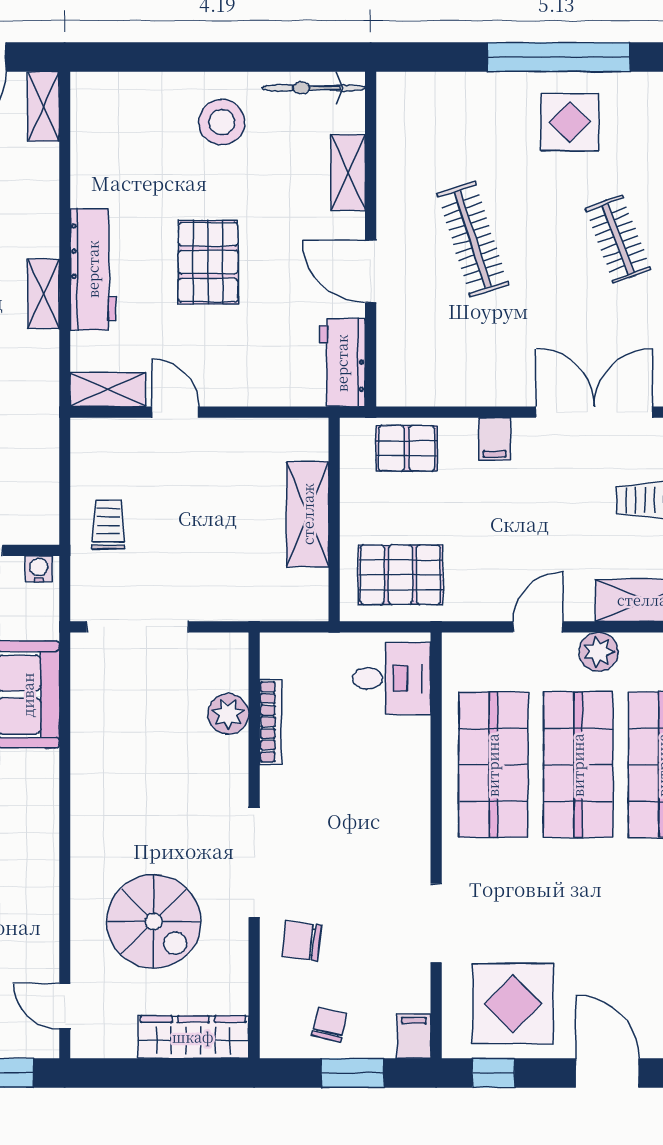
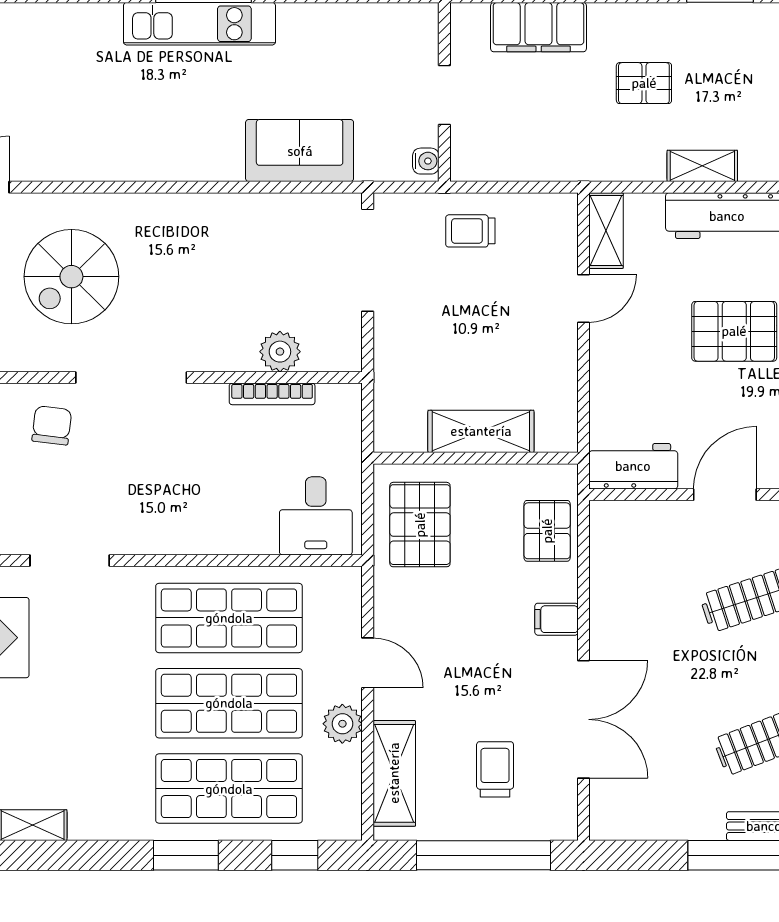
trolley: (108, 525) -> (470, 231), turned 180

